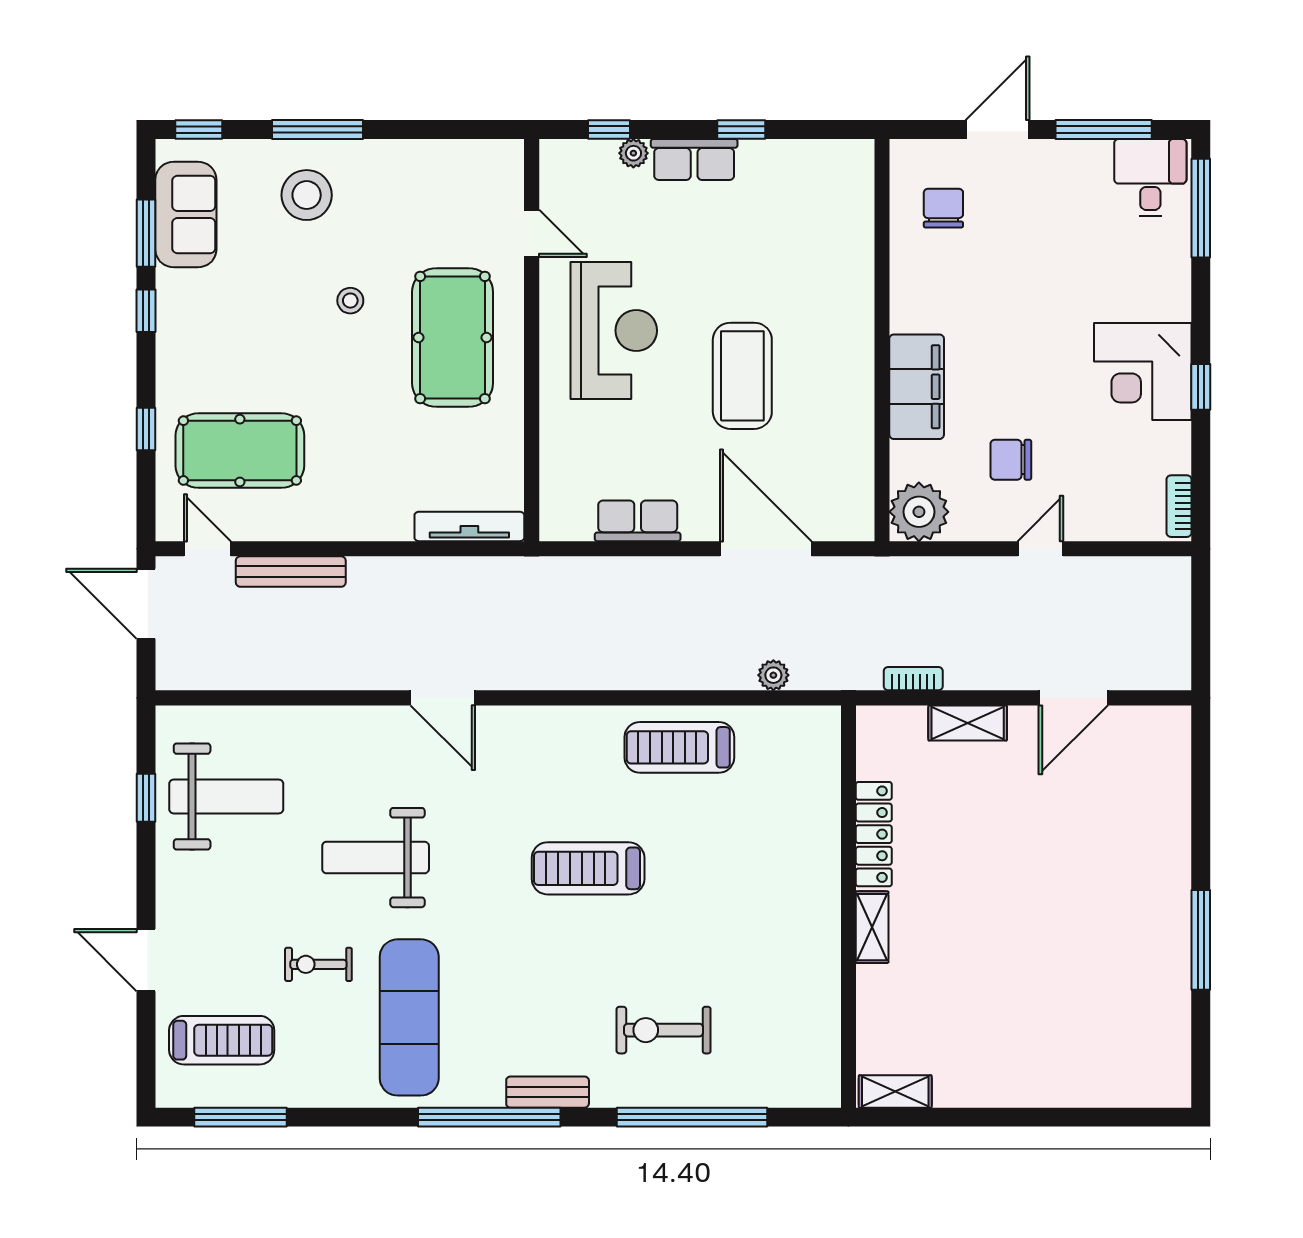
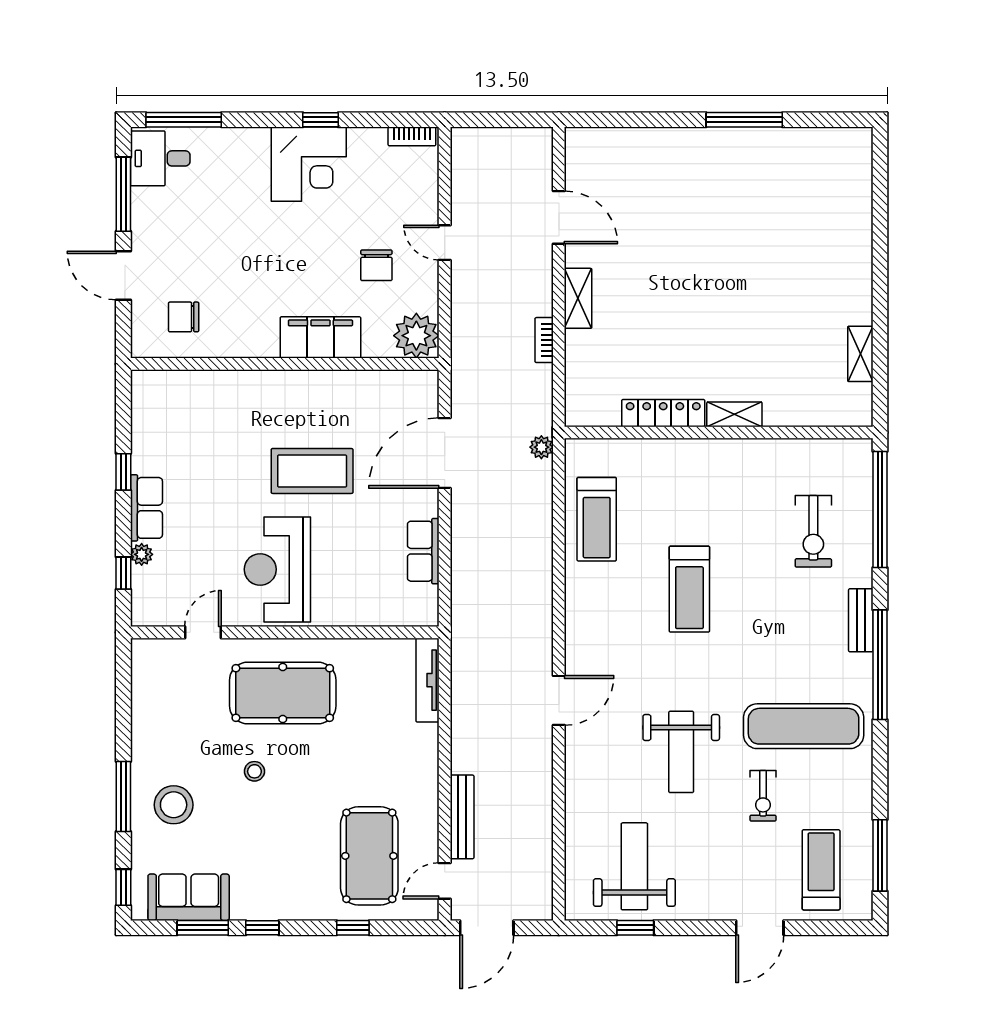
reception desk: (614, 331) -> (277, 569), turned -90
locker: (874, 834) -> (663, 413), moved
wall: (848, 907) -> (719, 432), moved
shelving: (872, 927) -> (734, 414), moved

